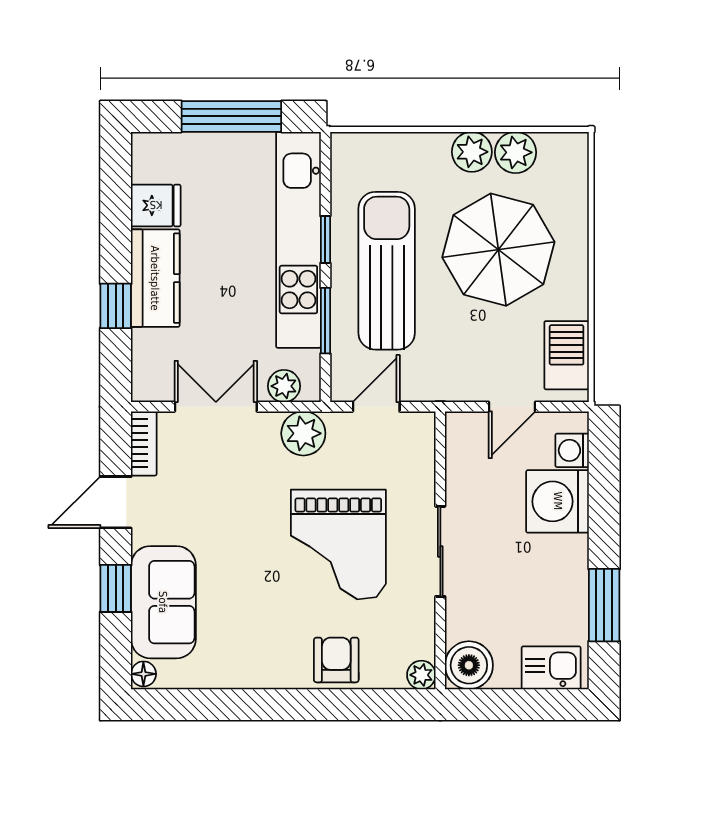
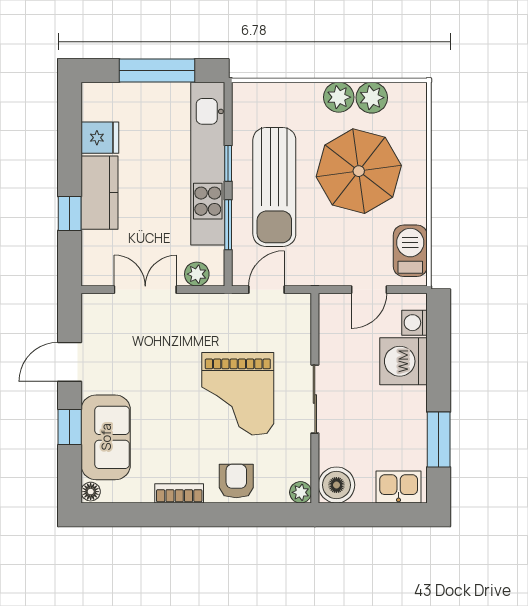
sun lounger: (387, 271) -> (274, 187), turned 180
plant: (303, 433) -> (211, 310), removed
bookcase: (144, 443) -> (179, 493), moved, turned -90

